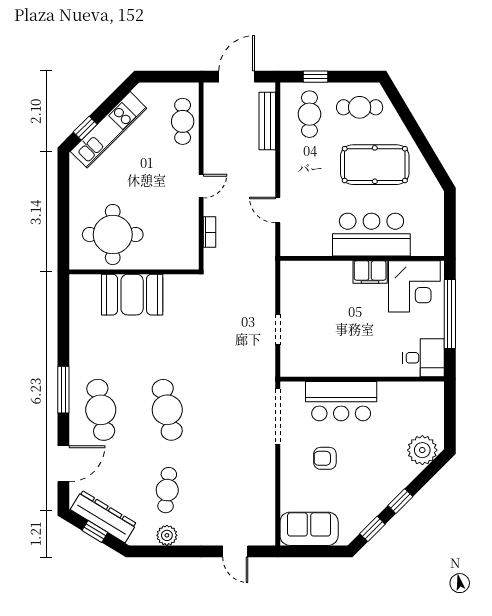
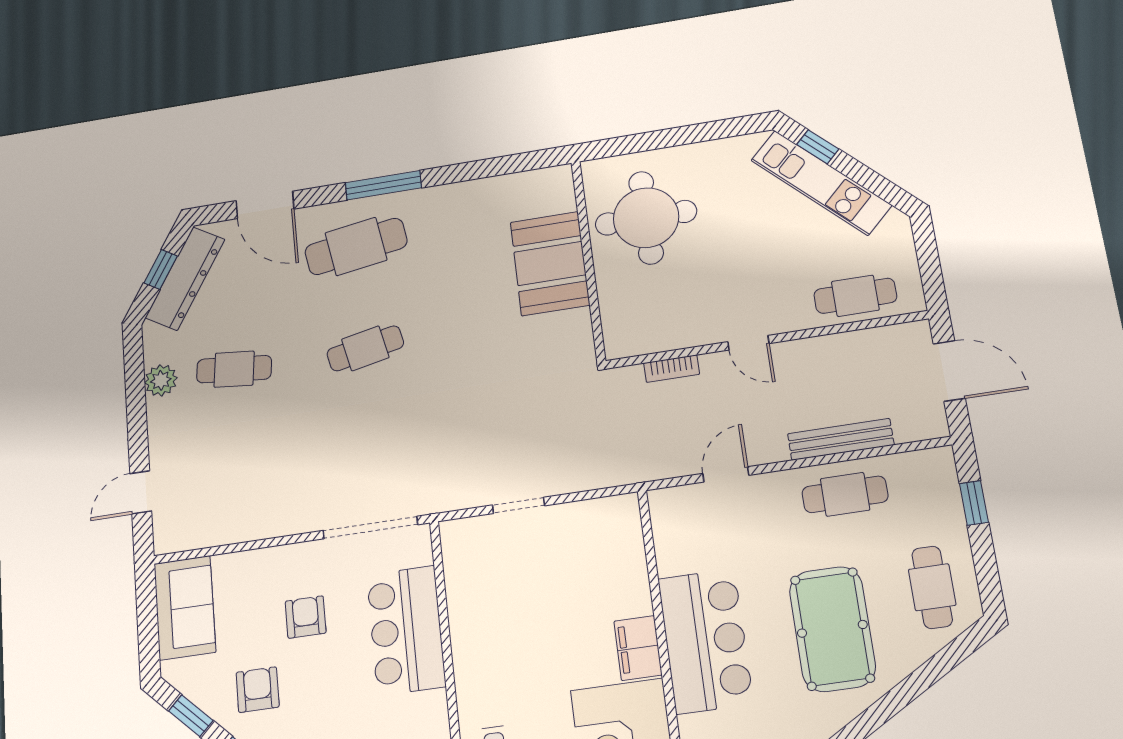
cafe table: (309, 114) -> (845, 494), moved
bench: (267, 121) -> (841, 439), moved
cafe table: (167, 410) -> (365, 348), width x0.73, depth x0.74
armchair: (363, 489) -> (258, 690), added

